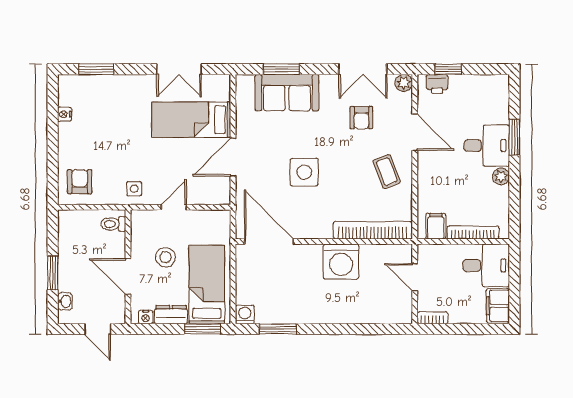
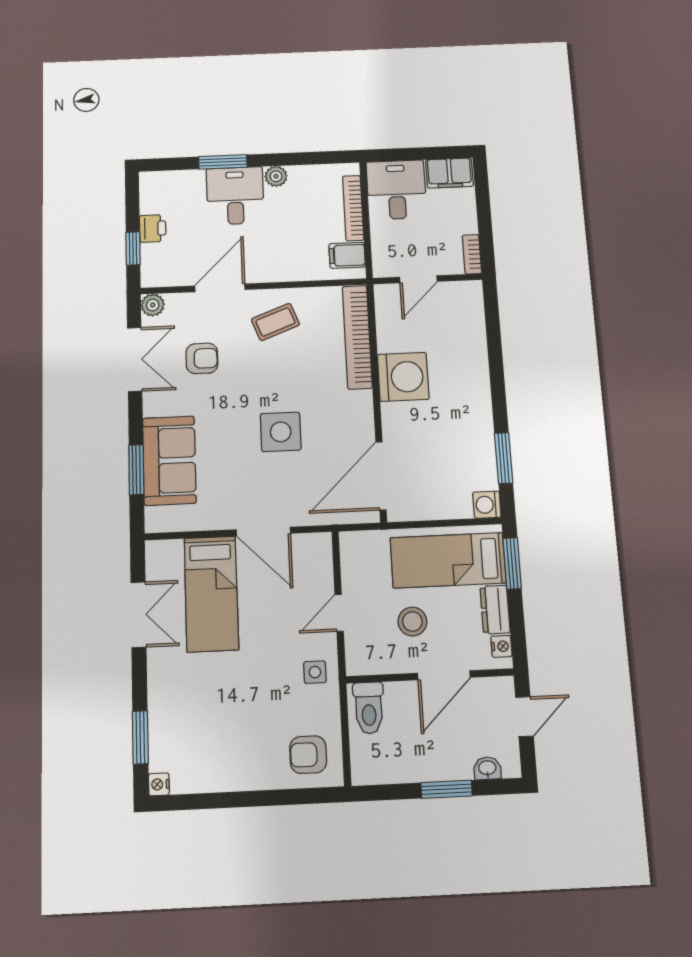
printer: (437, 84) -> (153, 228), moved
nightstand: (65, 114) -> (159, 784), moved, turned 90
door: (174, 207) -> (339, 613), hinge flipped
toilet: (113, 224) -> (369, 708), width x1.37, depth x1.39

